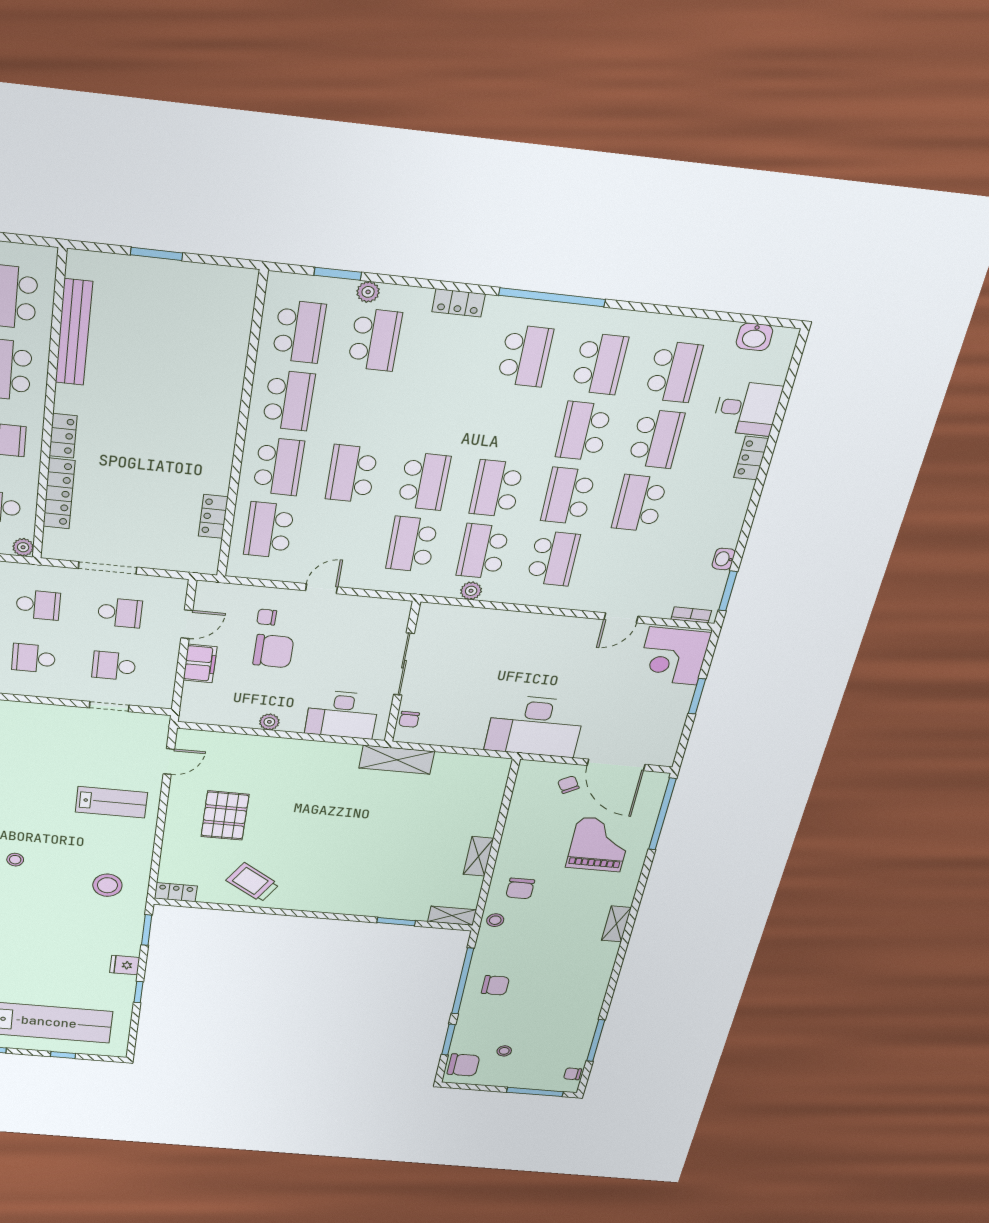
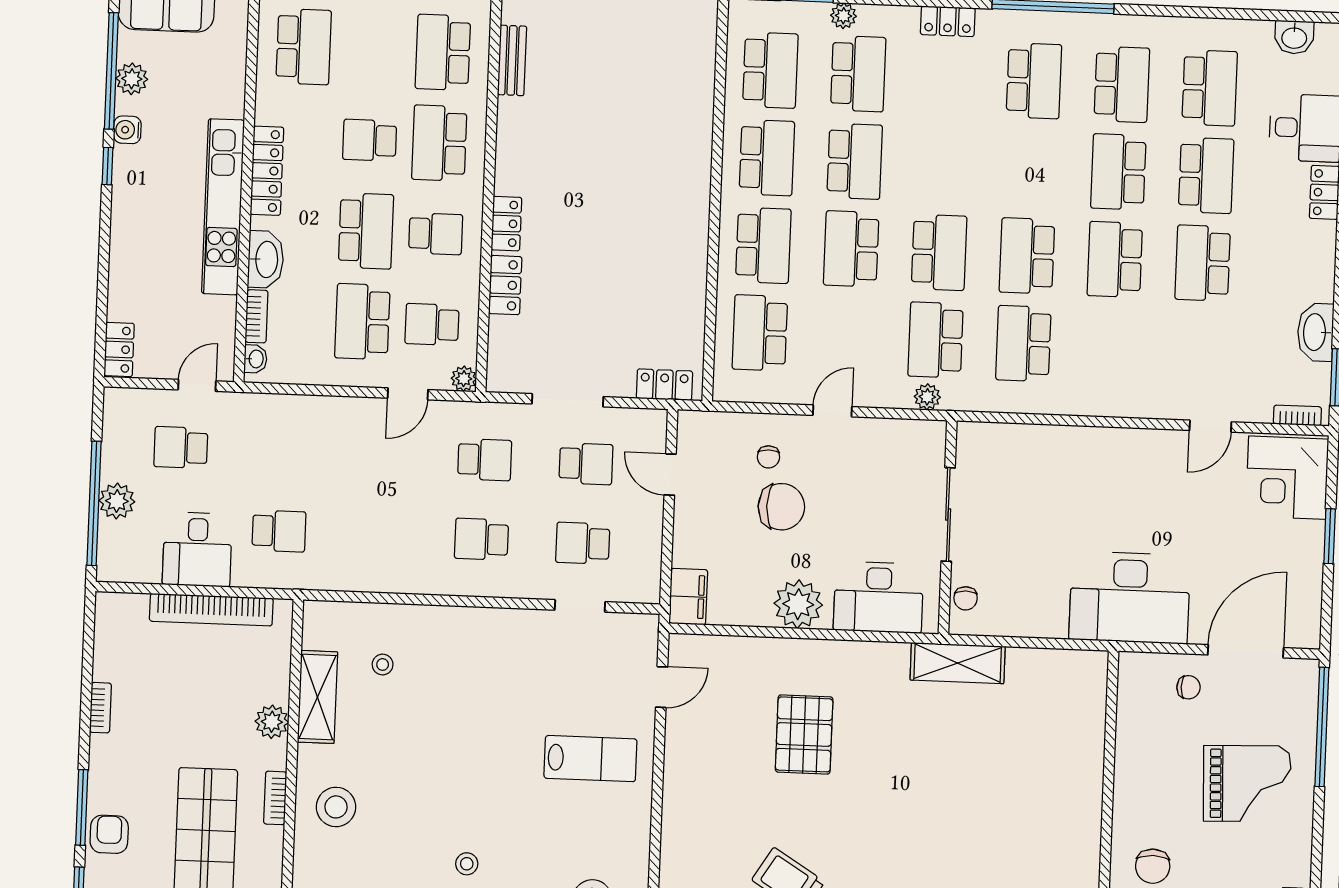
bench: (74, 332) -> (512, 60), width x0.54, depth x0.82
locker: (59, 494) -> (505, 285), width x0.66
locker: (213, 516) -> (664, 385), moved, turned 90
school desk: (553, 558) -> (855, 161), moved
washbasin: (724, 559) -> (1315, 332), width x1.91, depth x1.45
plant: (471, 591) -> (927, 397), moved
chair: (267, 617) -> (768, 457), turned -90
door: (187, 624) -> (670, 475), swing flipped
filing cabinet: (200, 663) -> (688, 597), moved
plant: (269, 722) -> (798, 604), width x1.87, depth x1.87
door: (616, 765) -> (1246, 651), swing flipped
chair: (568, 785) -> (1188, 687), turned 120
pallet: (225, 815) -> (804, 734), moved
grand piano: (599, 844) -> (1247, 783), turned 88
shelving: (478, 856) -> (1088, 815), removed

